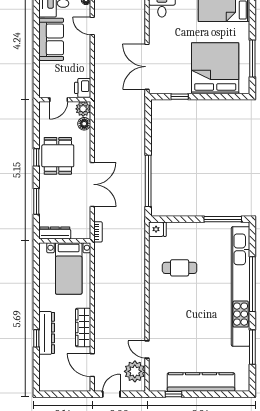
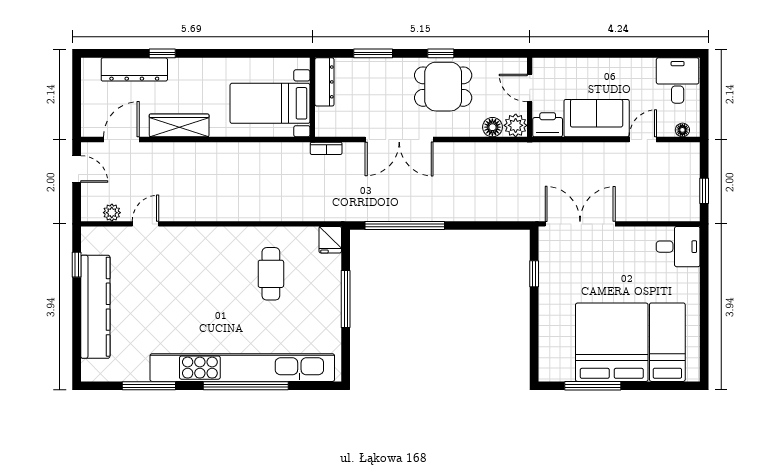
sofa: (51, 39) -> (597, 118), moved, turned 180
bed: (215, 68) -> (612, 342), moved, turned -90
window: (223, 219) -> (346, 299), moved
dresser: (47, 333) -> (134, 69), moved
plant: (135, 371) -> (112, 213), width x0.53, depth x0.53

